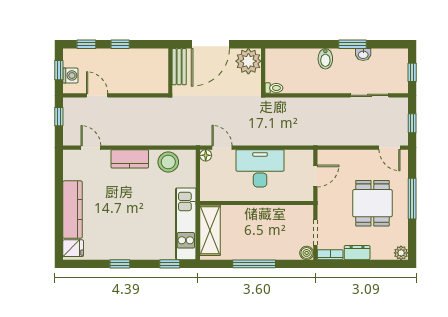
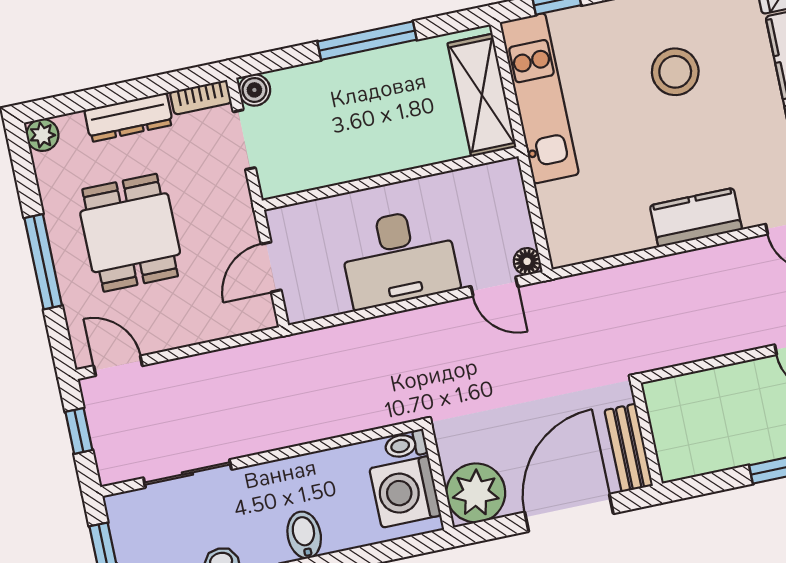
washing machine: (278, 68) -> (405, 492), added
stool: (168, 162) -> (675, 72), moved
dresser: (357, 253) -> (129, 117), width x1.44

